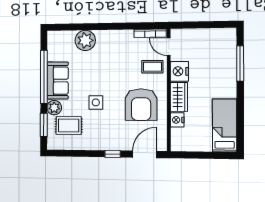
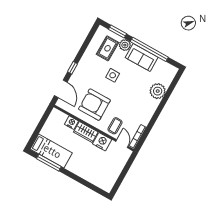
door: (169, 47) -> (122, 144), hinge flipped
window: (240, 63) -> (49, 163), moved

